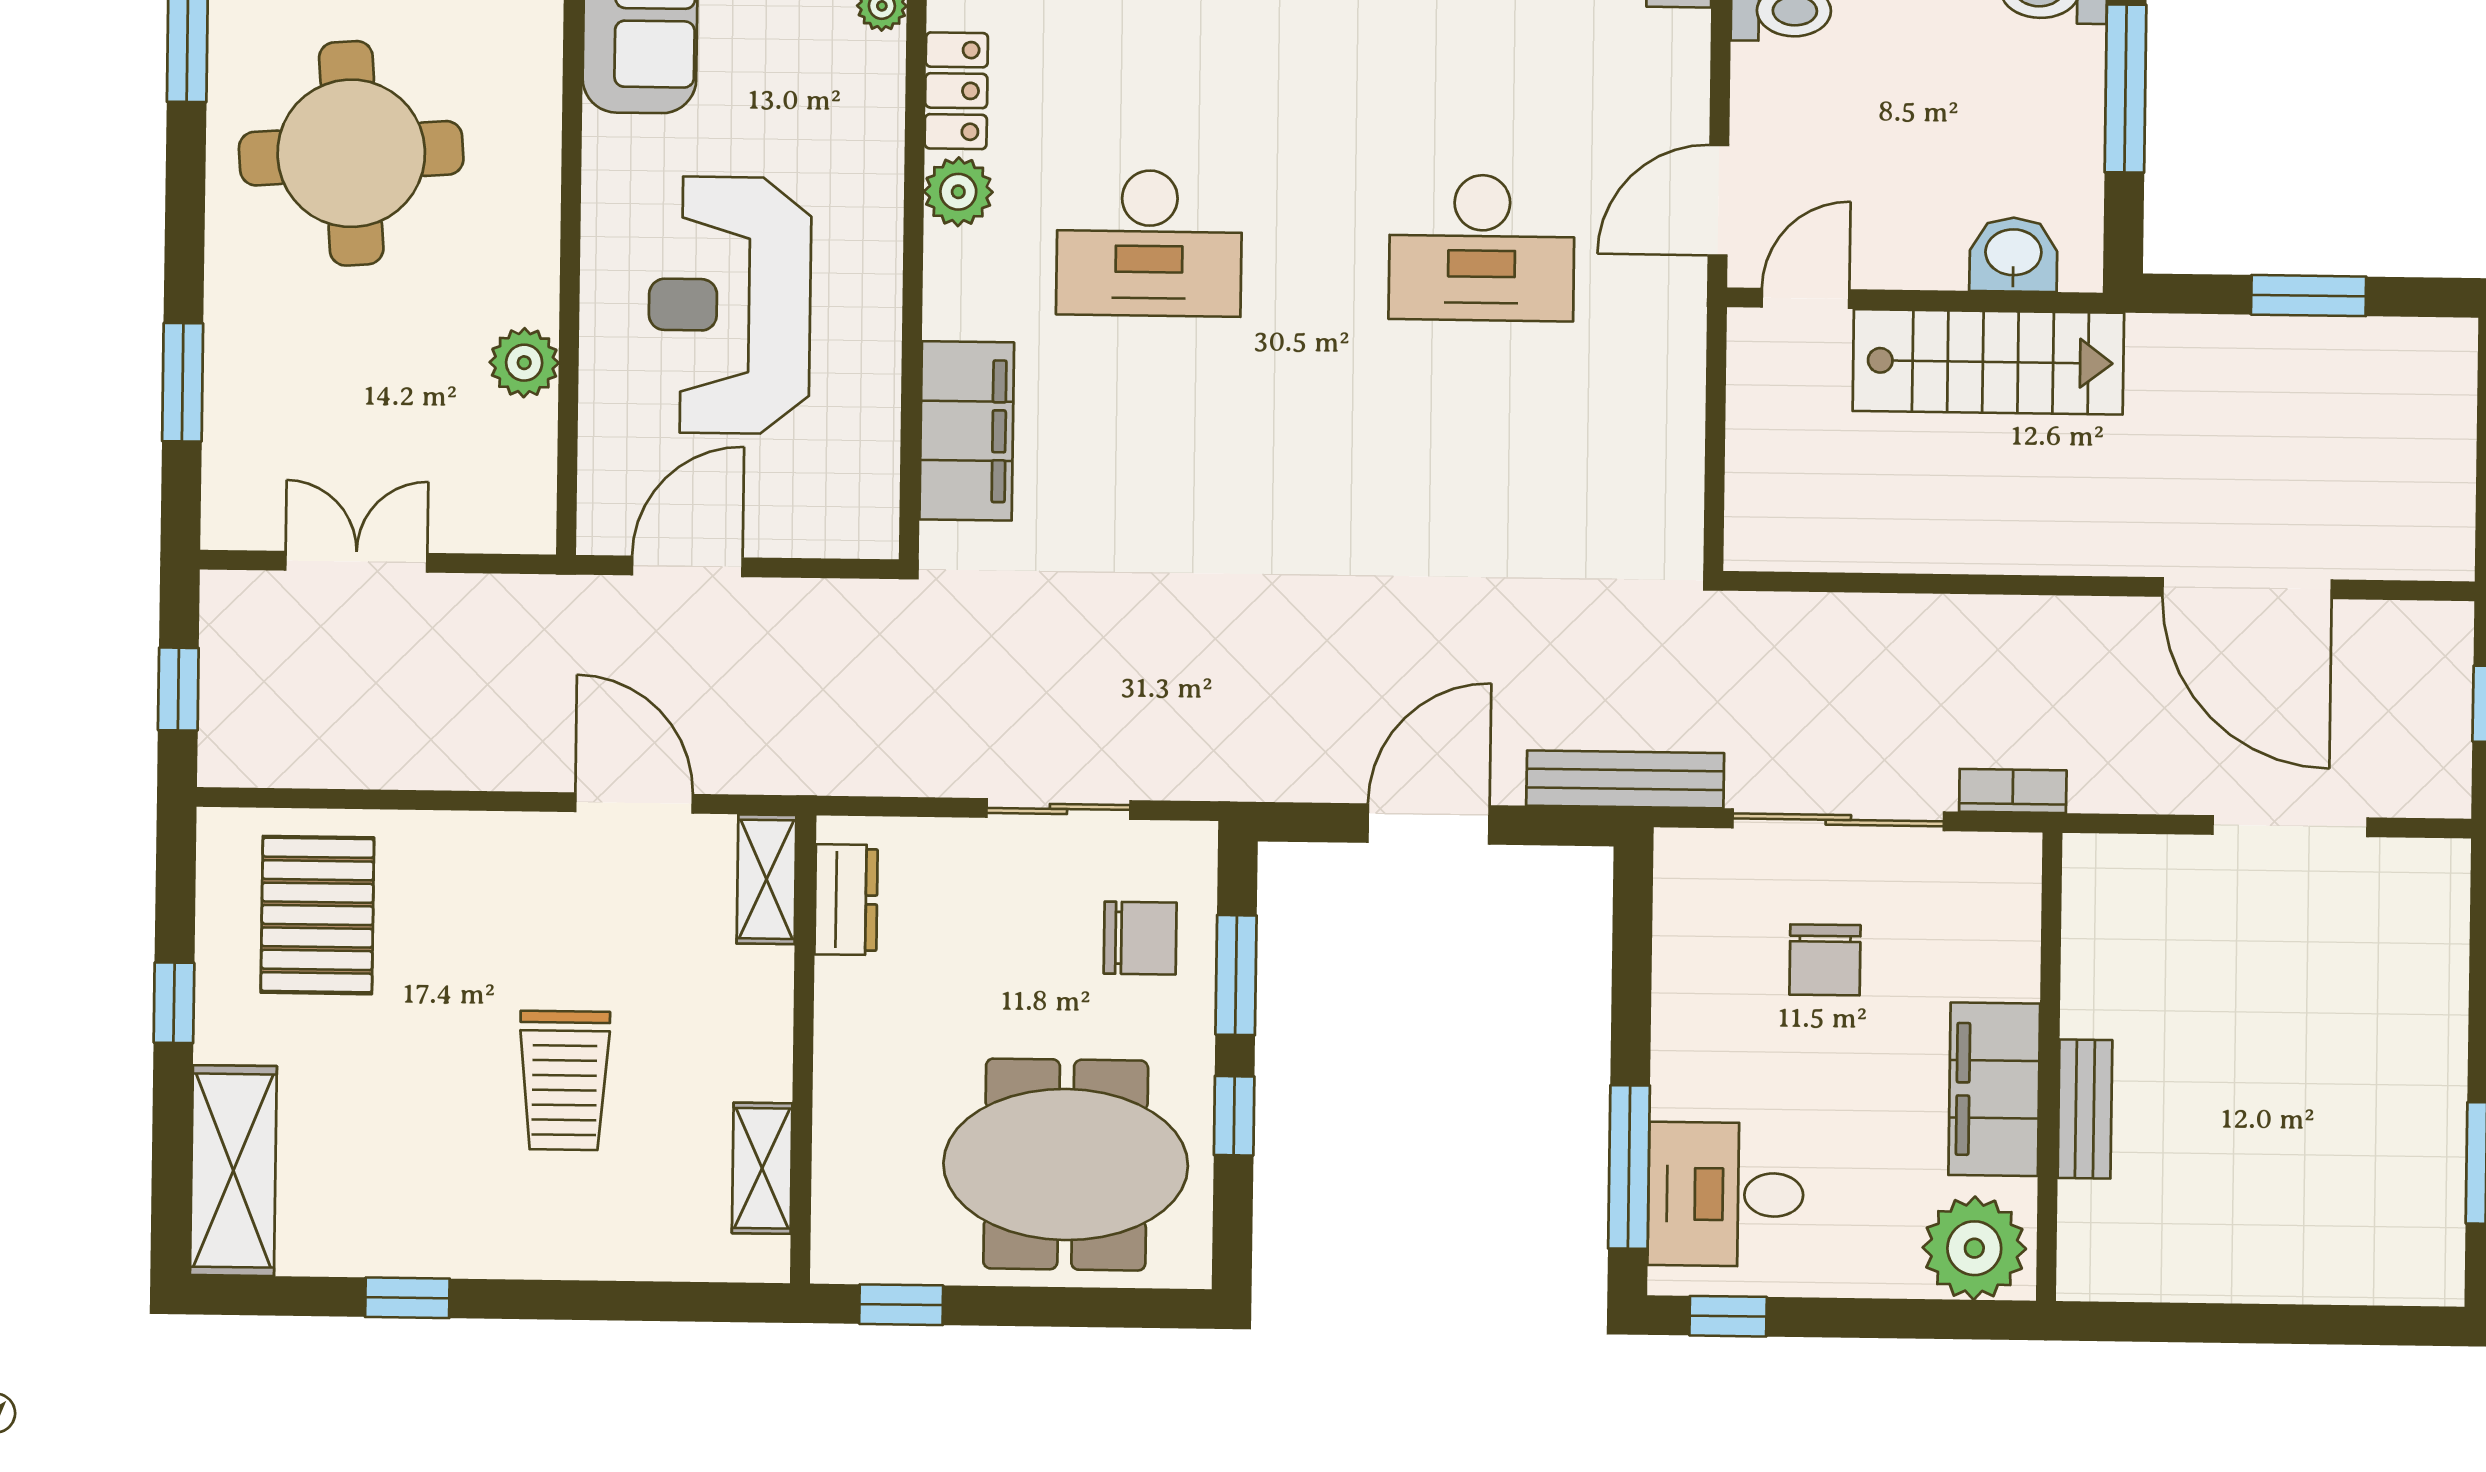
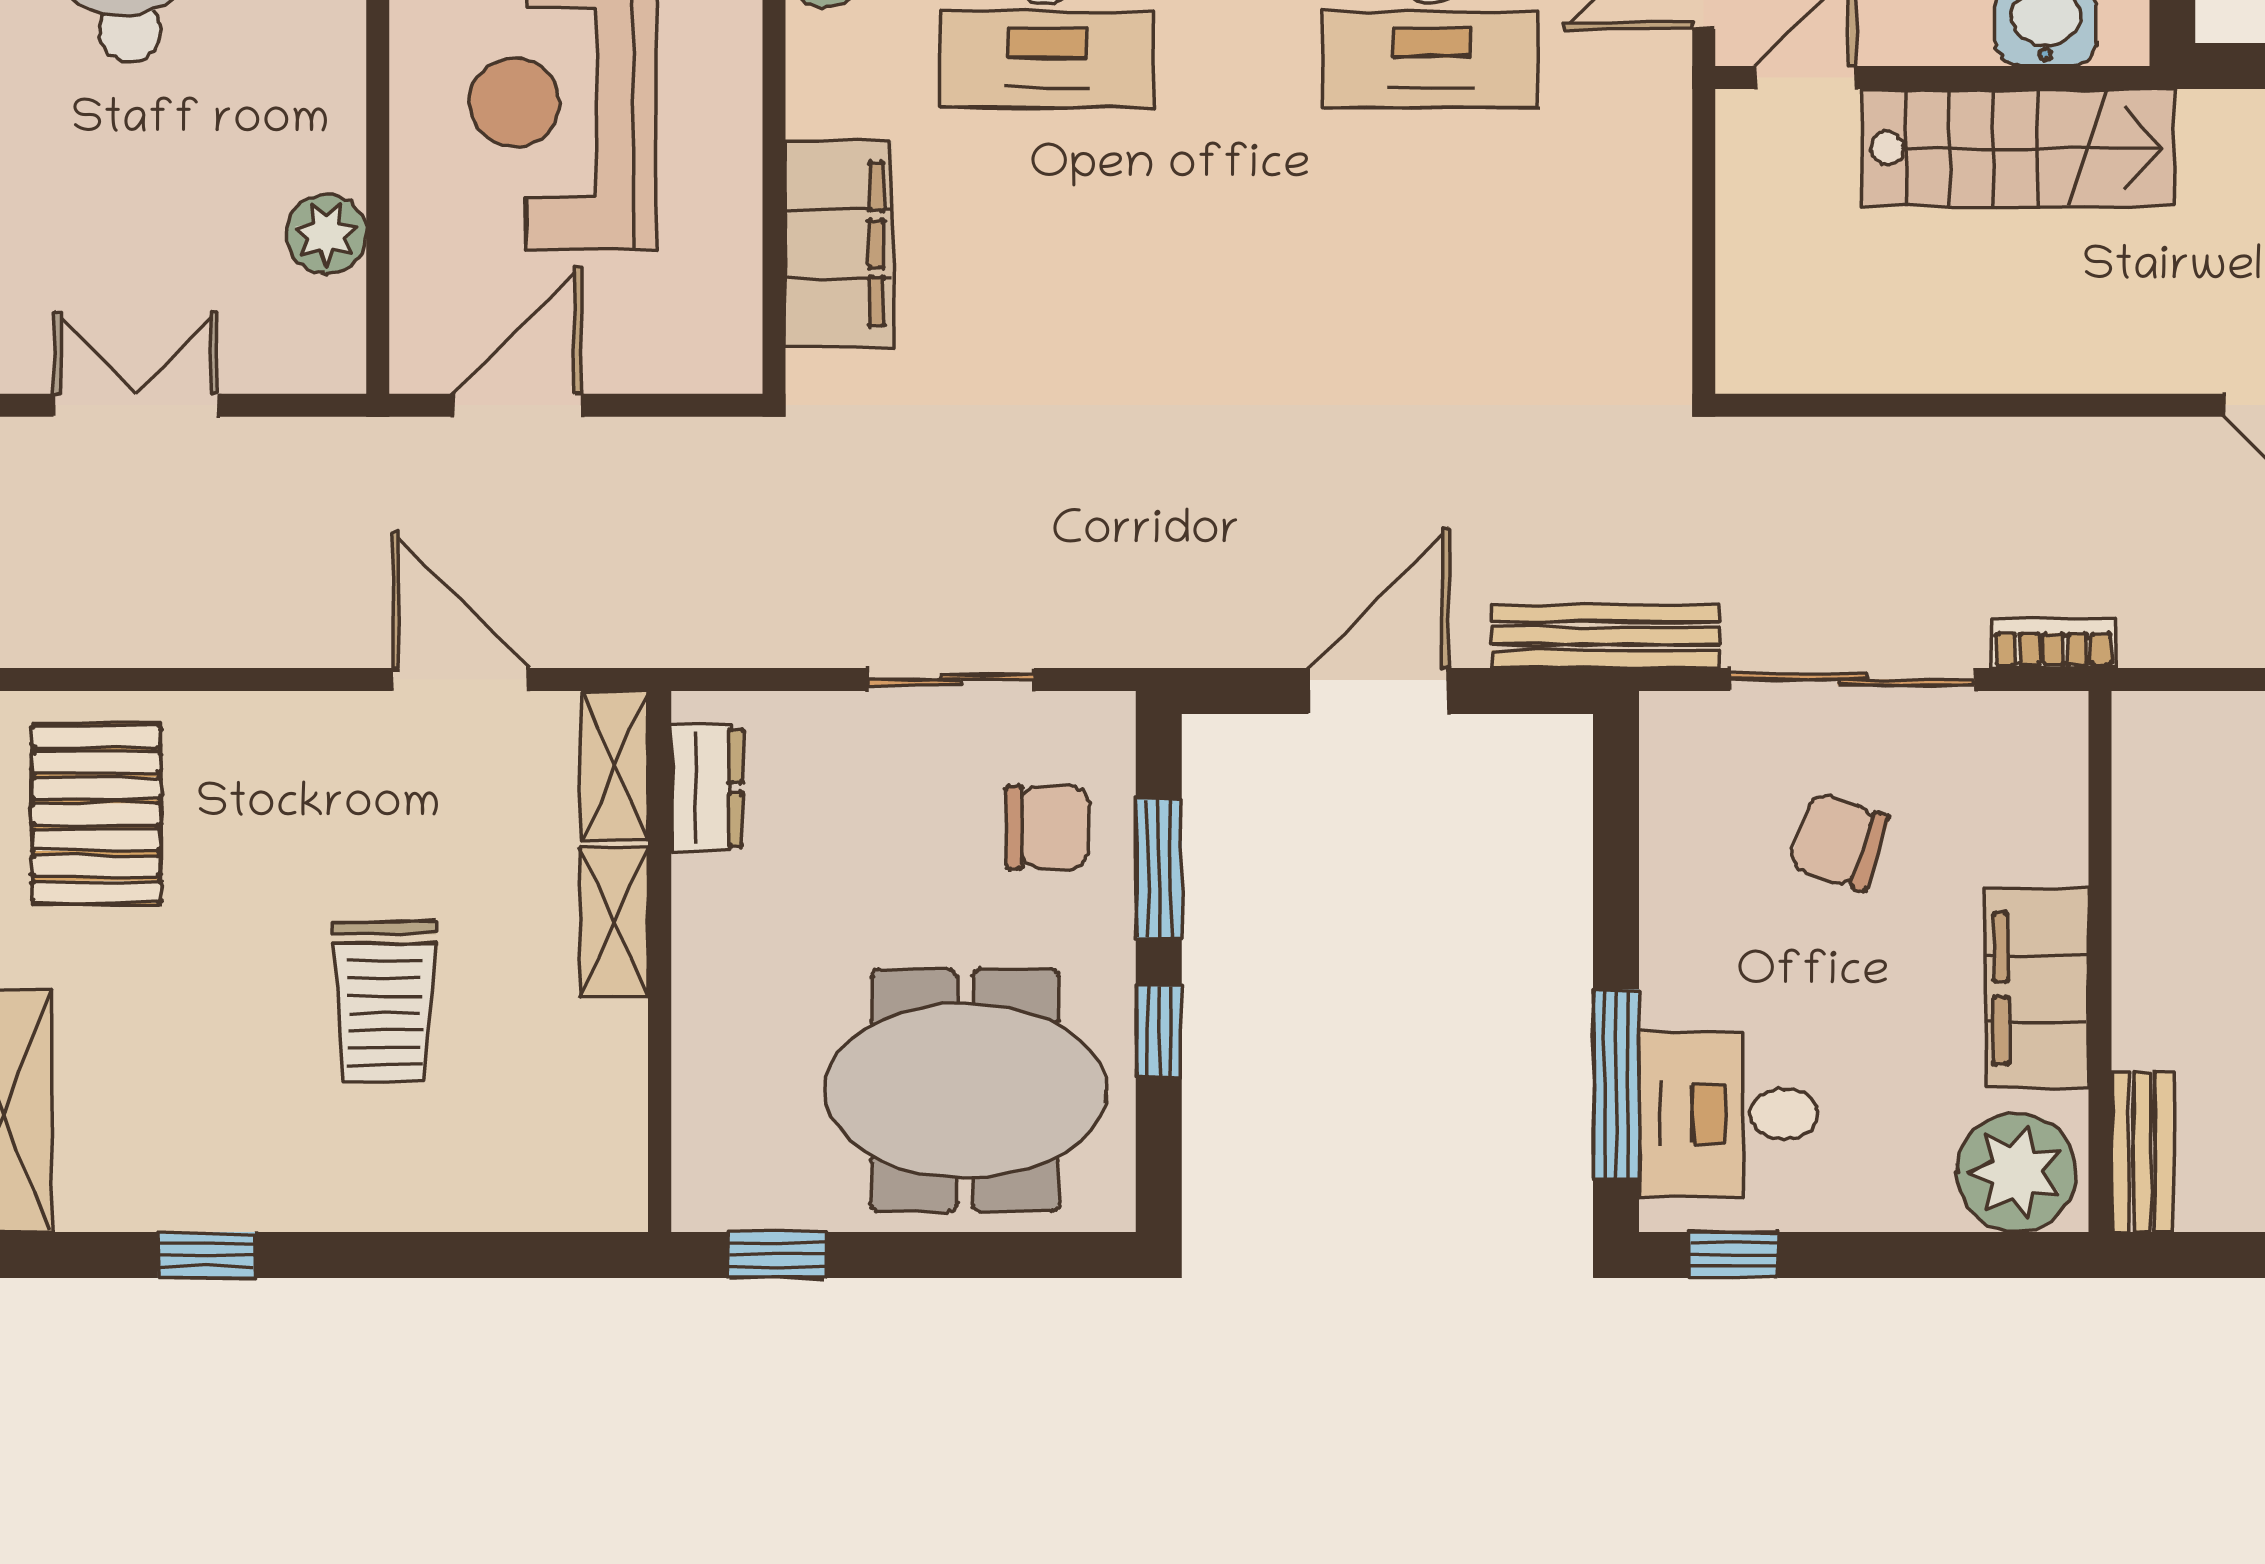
plant: (524, 363) -> (326, 234), moved
chair: (1825, 960) -> (1839, 842), turned 108
bench: (2085, 1109) -> (2142, 1152), moved
shelving: (762, 1168) -> (614, 922), moved

